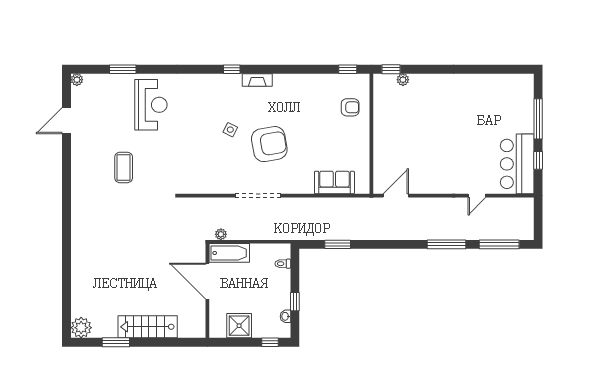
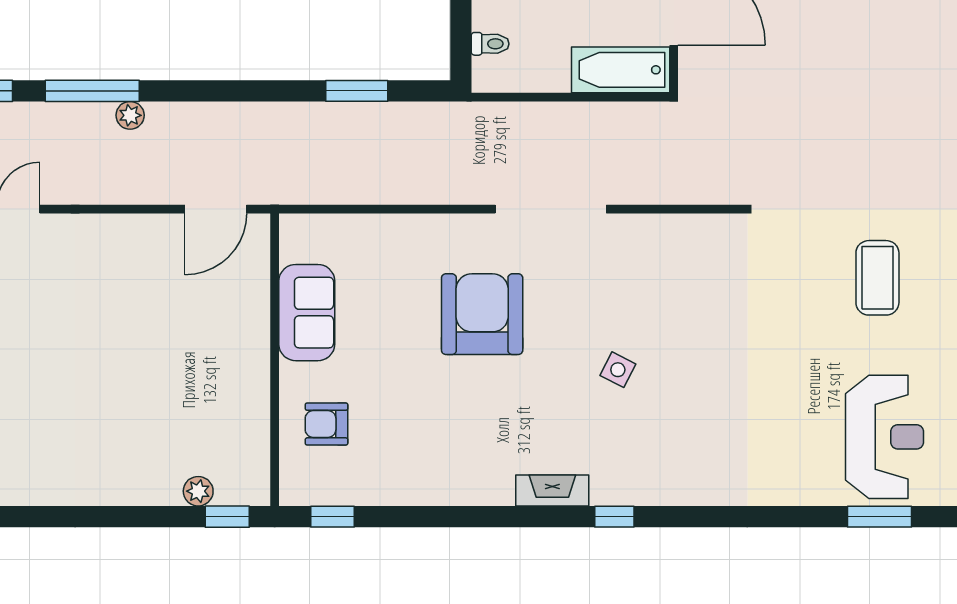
reception desk: (151, 105) -> (885, 437), moved, turned 180
armchair: (269, 144) -> (482, 314), moved, turned 100
sofa: (334, 182) -> (307, 313), moved, turned -90
plant: (221, 234) -> (130, 115), moved

